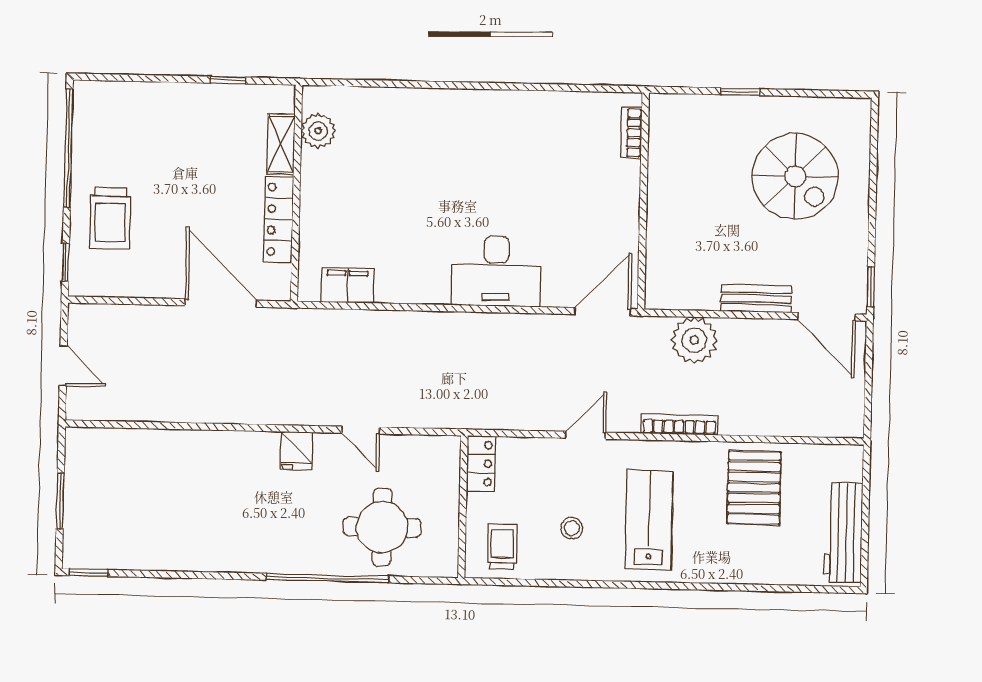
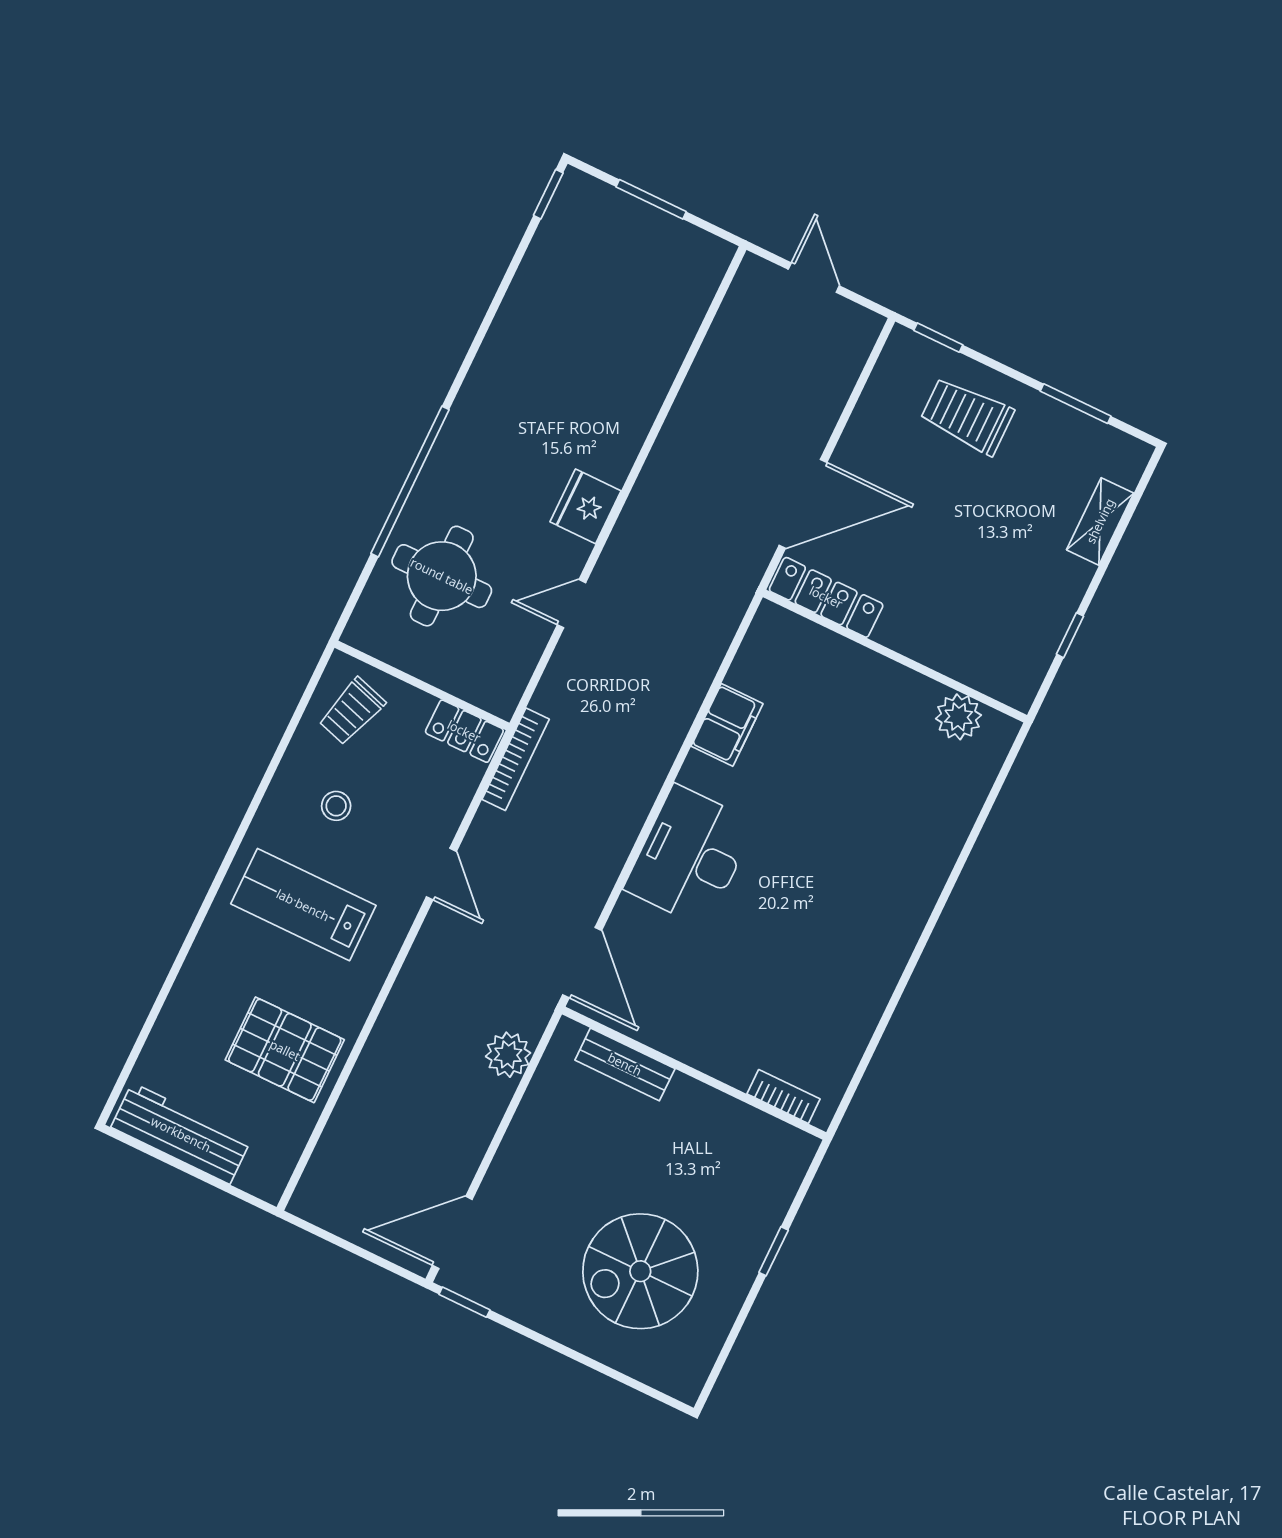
shelving: (281, 144) -> (1100, 521), moved, turned 90
window: (68, 148) -> (1076, 404), width x0.47
locker: (279, 219) -> (826, 597), moved
filing cabinet: (347, 285) -> (727, 725), moved
bench: (756, 299) -> (625, 1064), moved, turned 90
plant: (694, 340) -> (508, 1055), width x0.73, depth x0.73
door: (63, 366) -> (814, 278), swing flipped
bookcase: (679, 424) -> (516, 759), moved
fridge: (296, 451) -> (586, 506), width x1.38
lab bench: (649, 520) -> (303, 905), turned 180
trolley: (502, 547) -> (352, 711), turned 107

